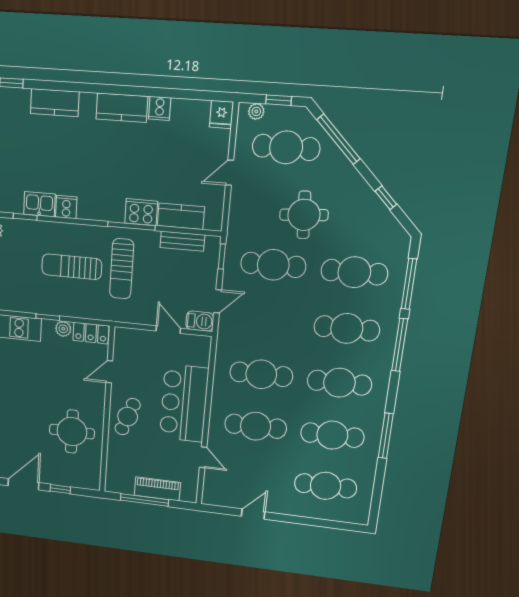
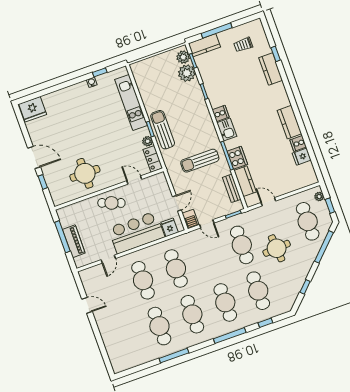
kitchen counter: (55, 103) -> (271, 69), moved
fridge: (221, 115) -> (302, 157), moved
door: (230, 173) -> (268, 202), moved
kitchen sink: (39, 204) -> (227, 130), moved
sun lounger: (72, 267) -> (163, 130), moved
window: (409, 284) -> (265, 323), width x0.46
fridge: (198, 355) -> (170, 227), added
cafe table: (325, 486) -> (127, 338), removed

